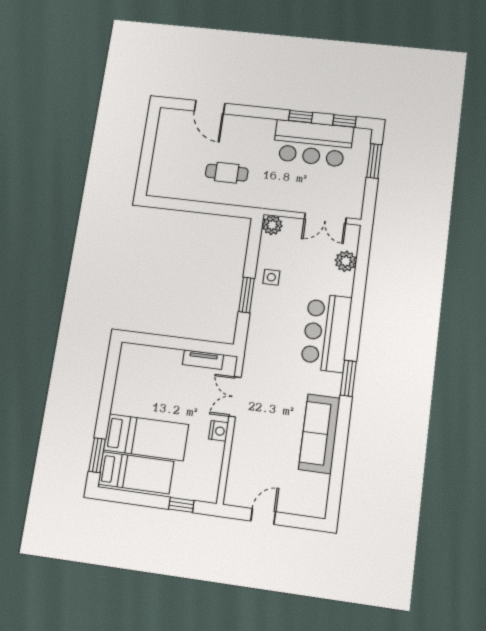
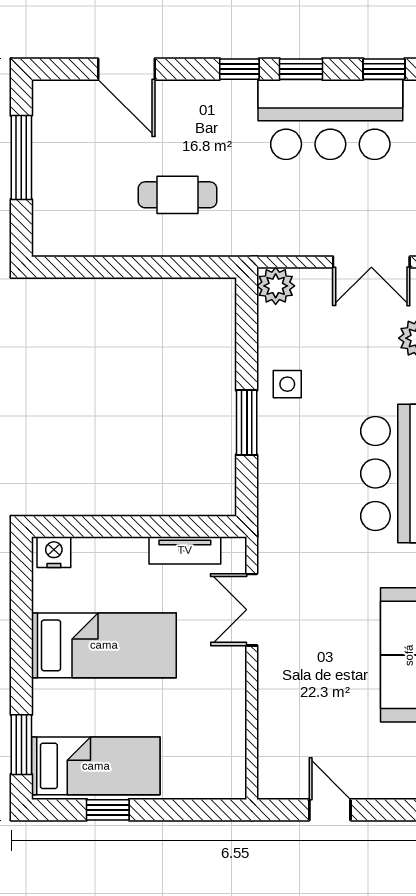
window: (268, 113) -> (239, 69), added
window: (148, 145) -> (21, 157), added
nightstand: (219, 431) -> (54, 552), moved, turned -90
bed: (146, 437) -> (104, 645), moved
window: (181, 505) -> (108, 810), moved
door: (263, 516) -> (330, 810), hinge flipped

